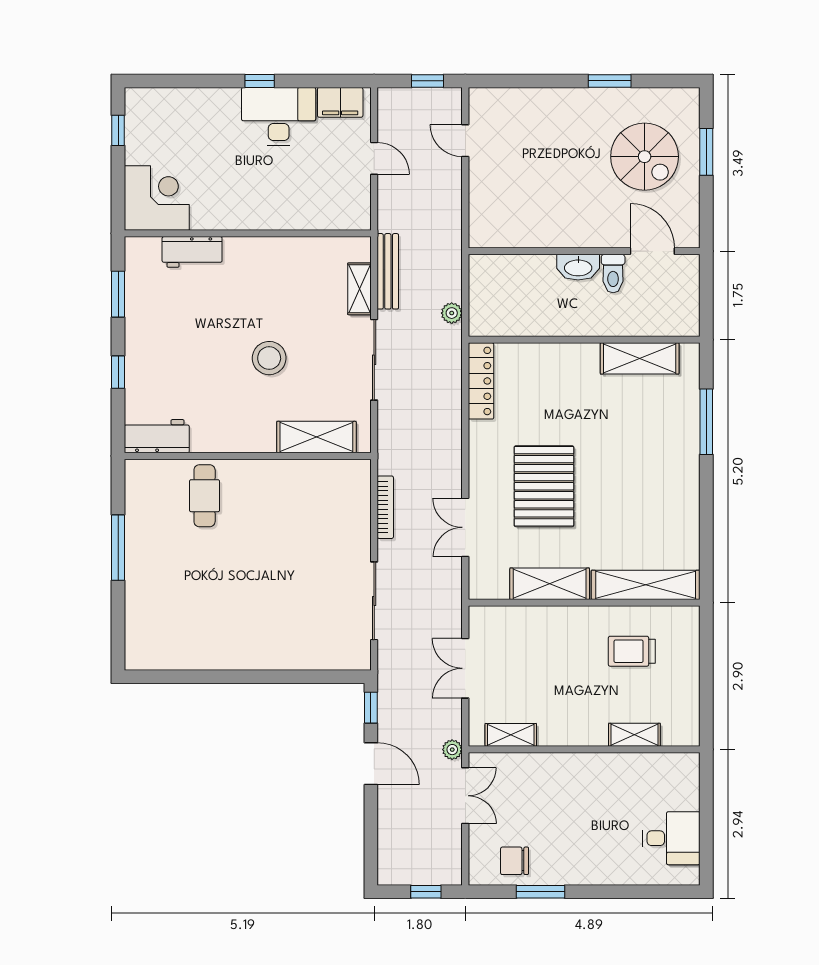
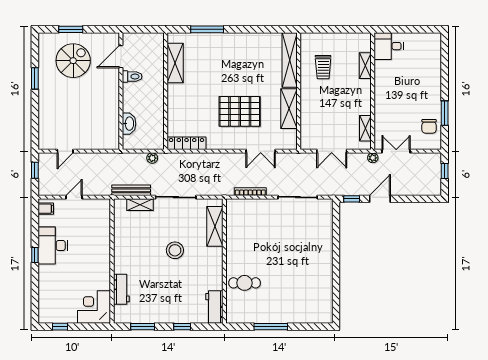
filing cabinet: (340, 102) -> (46, 209), width x0.50
washbasin: (578, 267) -> (129, 124), moved
desk: (671, 838) -> (389, 46), moved, turned -90

